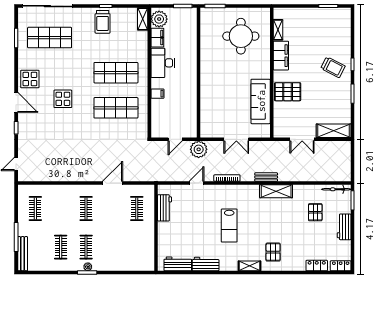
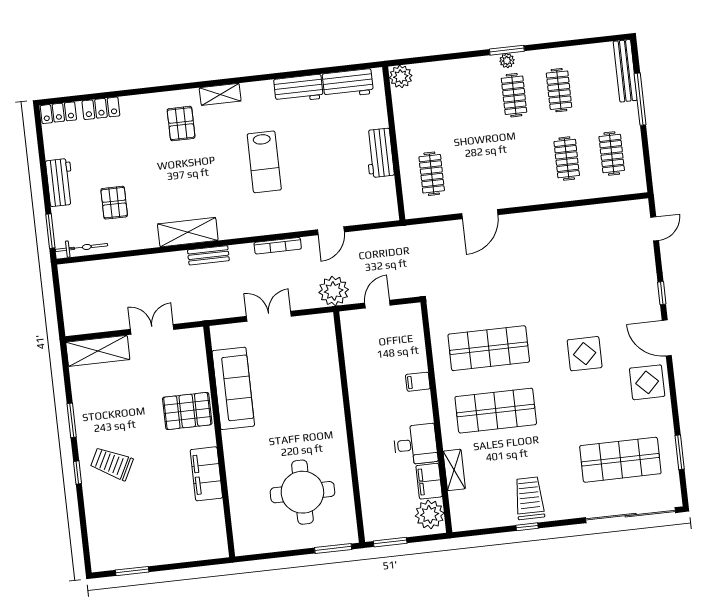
shelving: (143, 19) -> (454, 470), moved
shelving: (278, 30) -> (217, 519), removed
round table: (241, 36) -> (302, 492), moved
desk: (163, 63) -> (415, 445), width x0.73
workbench: (164, 208) -> (380, 153), moved
clothes rail: (86, 209) -> (567, 159), moved
lab bench: (229, 226) -> (264, 162), turned 180
plant: (148, 265) -> (401, 77), added

